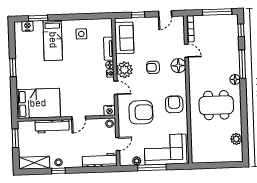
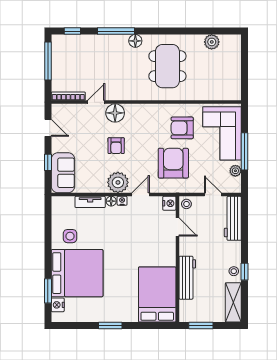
sofa: (124, 38) -> (63, 173), moved, turned 90
bed: (53, 40) -> (77, 273), width x2.04
armchair: (174, 104) -> (182, 128), moved
door: (79, 118) -> (178, 227), moved

